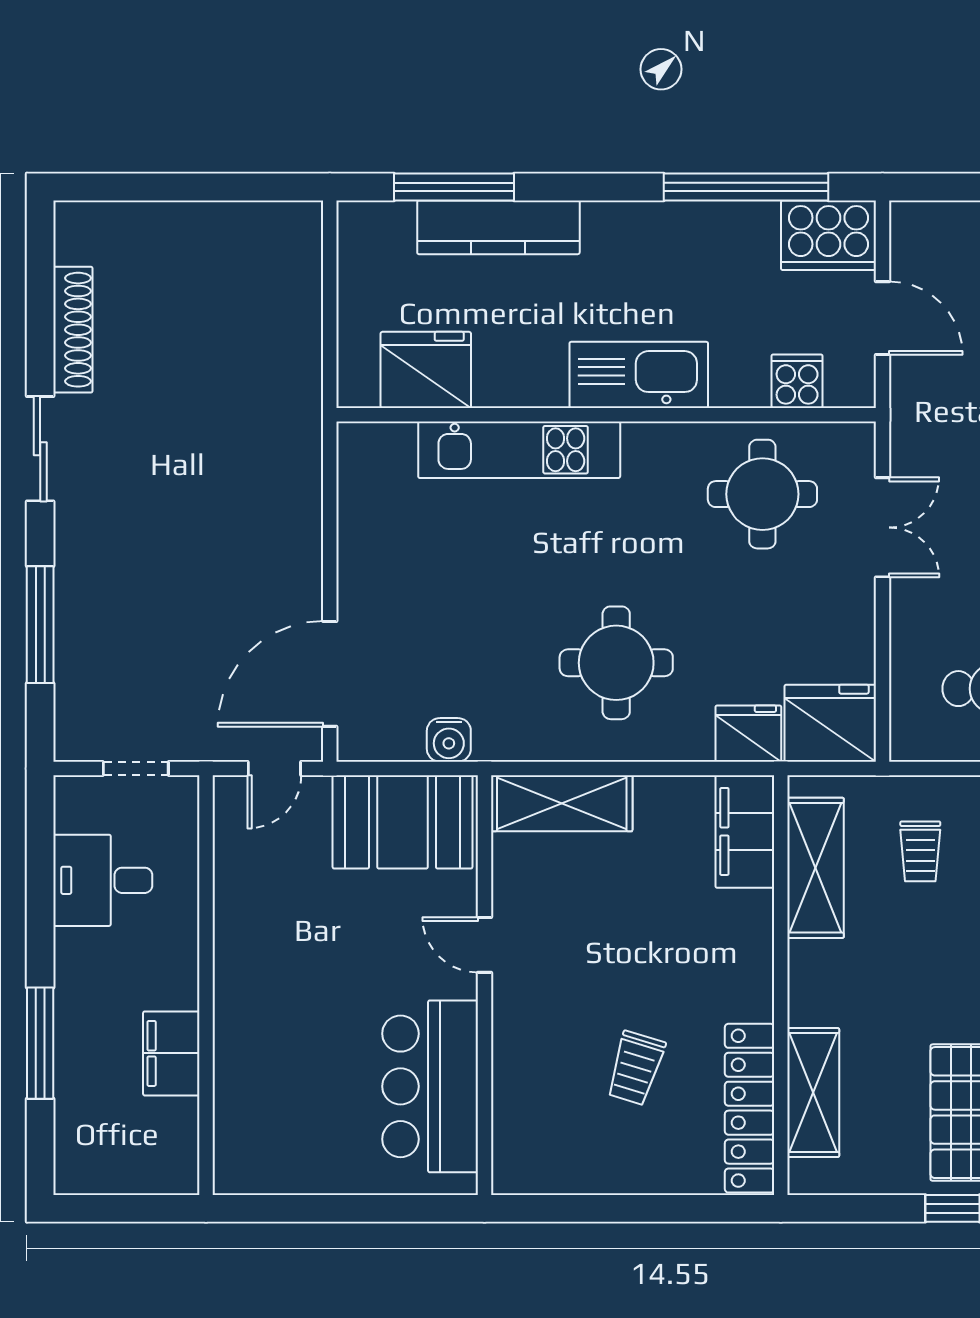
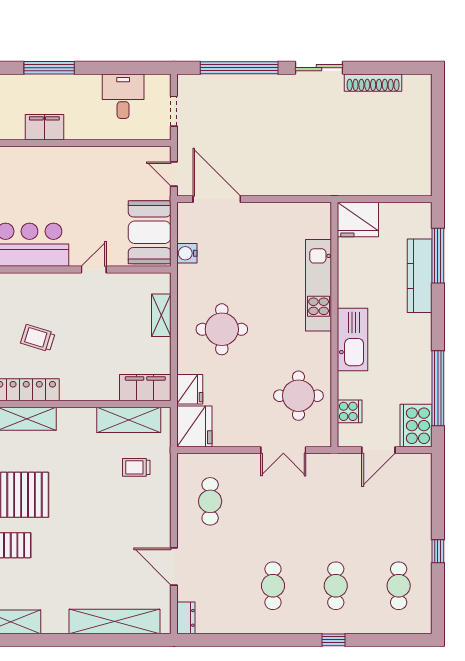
fridge: (426, 370) -> (358, 220), moved, turned 90
window: (40, 625) -> (239, 68), width x1.46
shelving: (562, 803) -> (161, 315), width x0.67, depth x0.75

